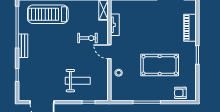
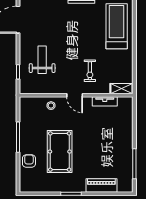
door: (109, 52) -> (75, 95), swing flipped
weight bench: (78, 81) -> (42, 60), turned 180
armchair: (180, 93) -> (29, 161), moved

